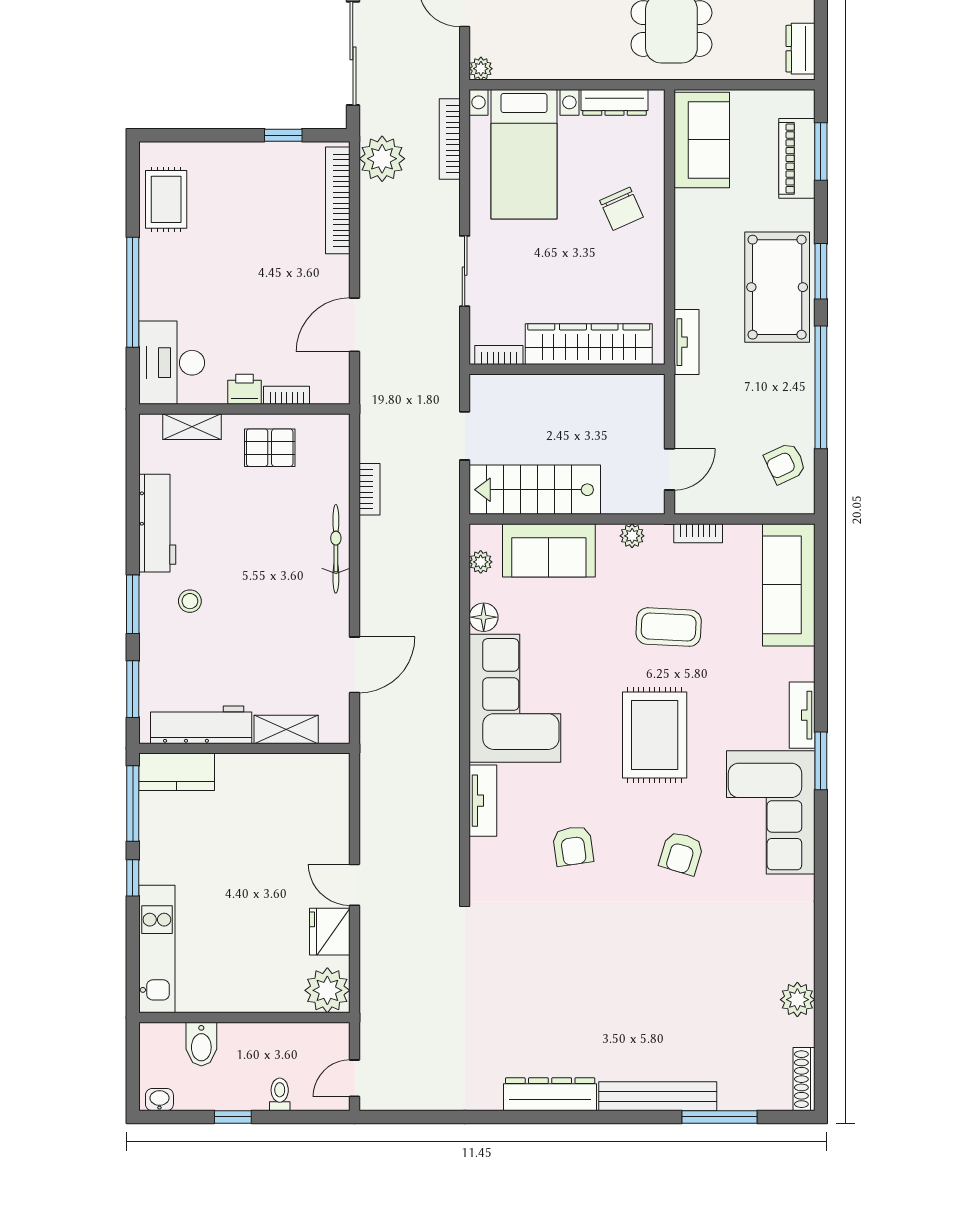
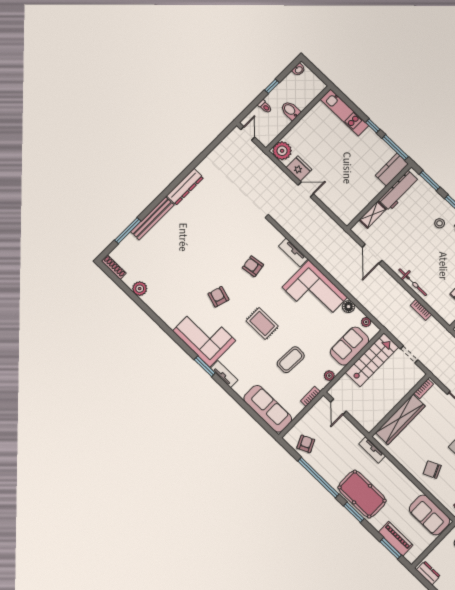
rug: (655, 735) -> (262, 324), width x0.73, depth x0.70
bidet: (201, 1044) -> (291, 110), moved

